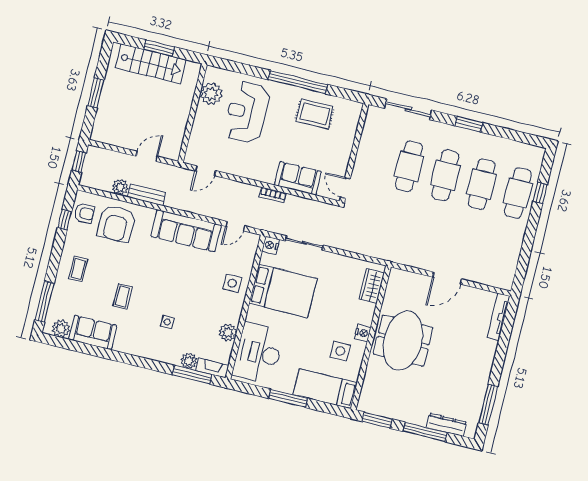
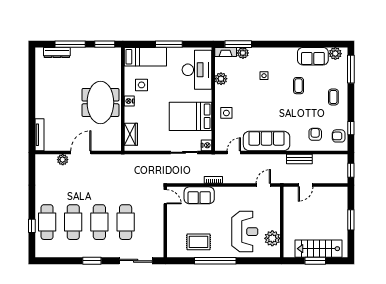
plant: (120, 187) -> (63, 160), moved
armchair: (116, 223) -> (315, 134), width x0.53, depth x0.53
window: (488, 405) -> (32, 73), removed

